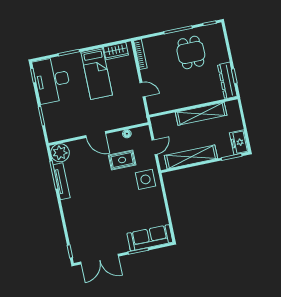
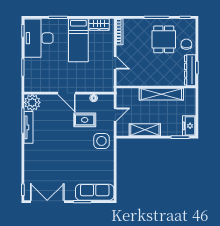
chair: (217, 53) -> (186, 44), added
shelving: (191, 157) -> (145, 130), width x0.68
double door: (99, 259) -> (47, 202), swing flipped

